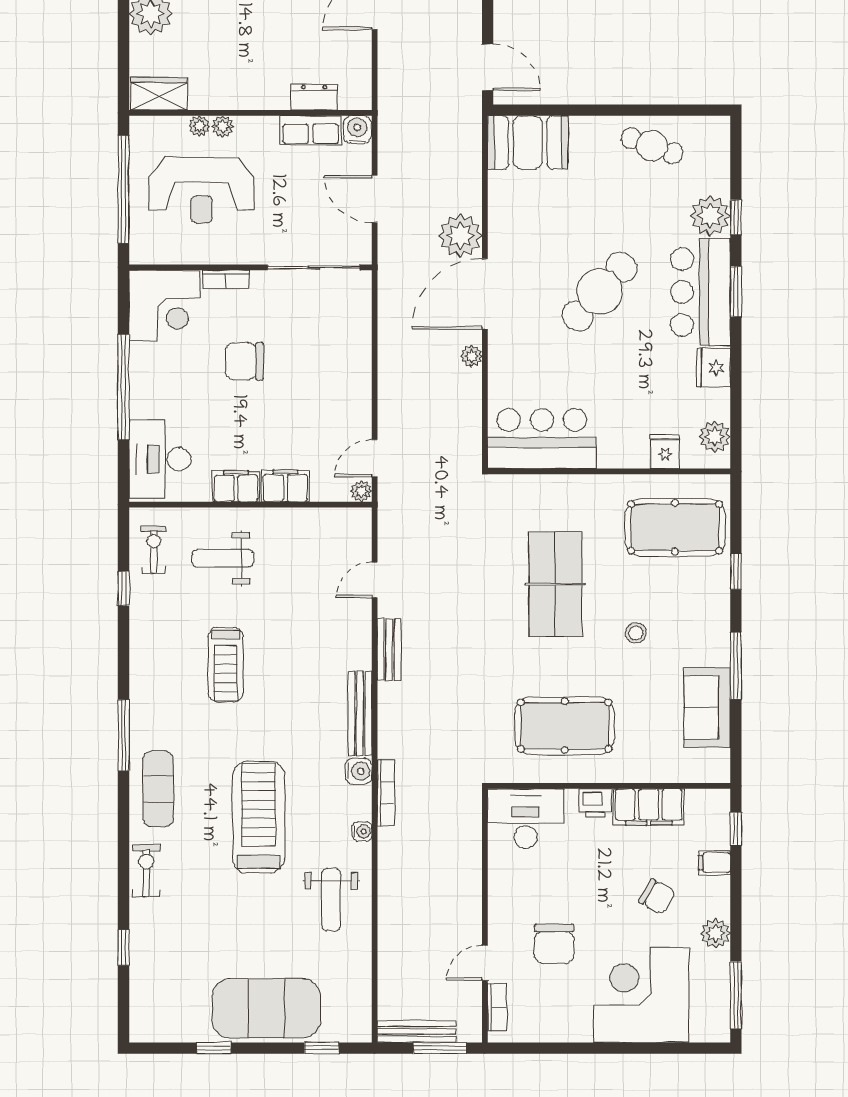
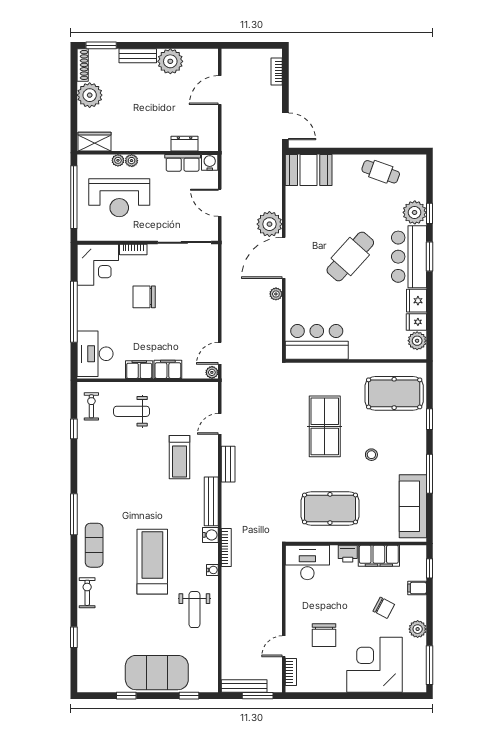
fridge: (665, 451) -> (416, 322), moved, turned -90
treadmill: (226, 665) -> (180, 457), moved
sofa: (707, 707) -> (413, 506), width x1.36

